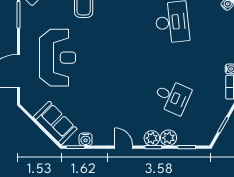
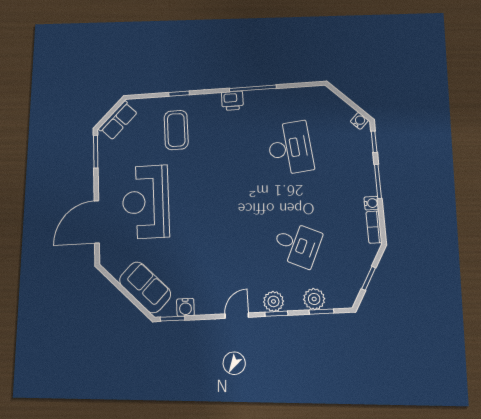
reception desk: (58, 58) -> (146, 202), turned 180
plant: (168, 138) -> (314, 299), moved
door: (124, 147) -> (237, 316), hinge flipped

